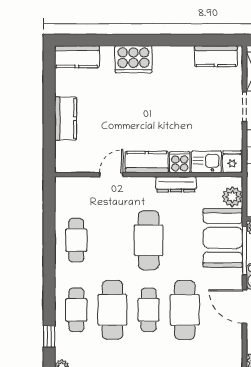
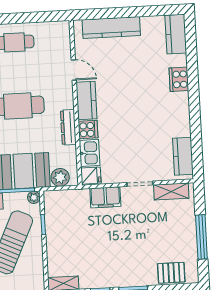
cooker: (133, 59) -> (179, 79), width x0.73, depth x0.76
kitchen counter: (65, 119) -> (111, 28), width x1.50

